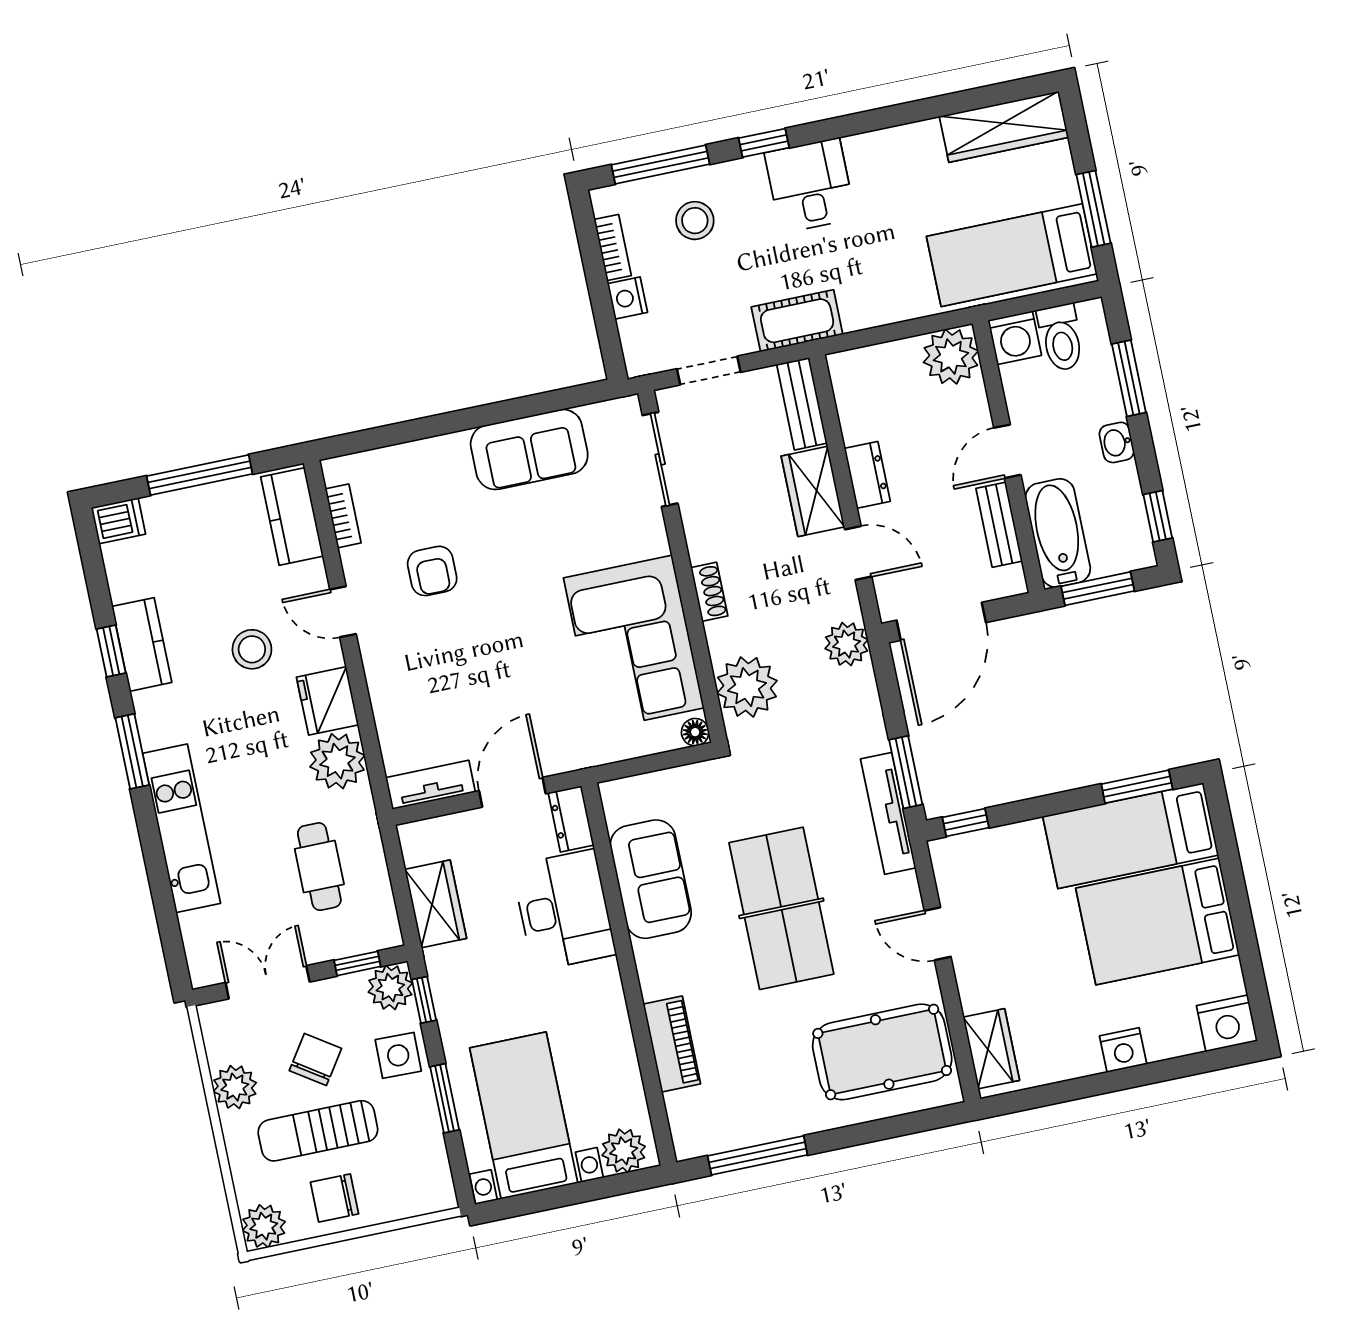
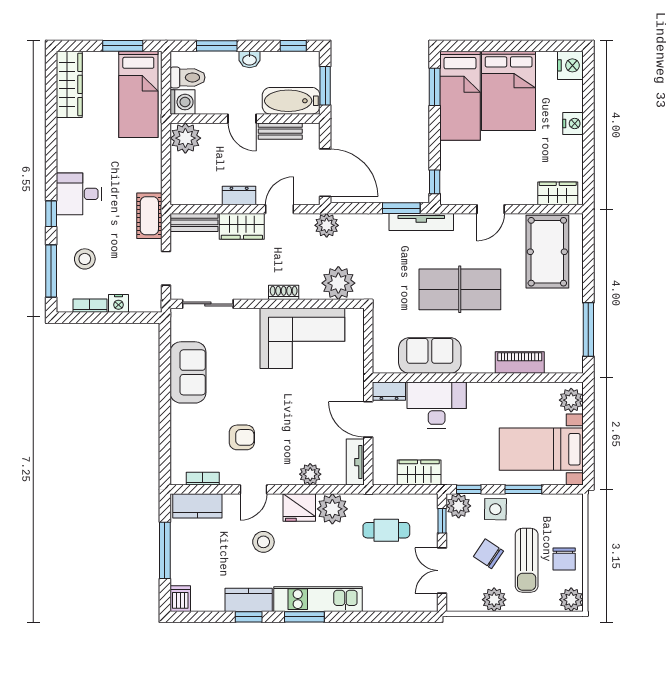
plant: (392, 708) -> (310, 474), added
floor lamp: (695, 732) -> (357, 316), removed
kitchen unit: (182, 828) -> (318, 599), moved

